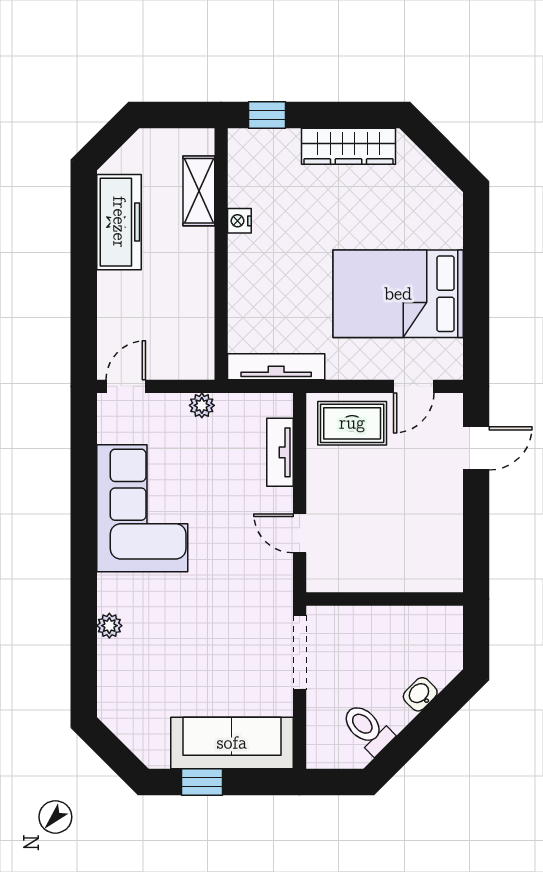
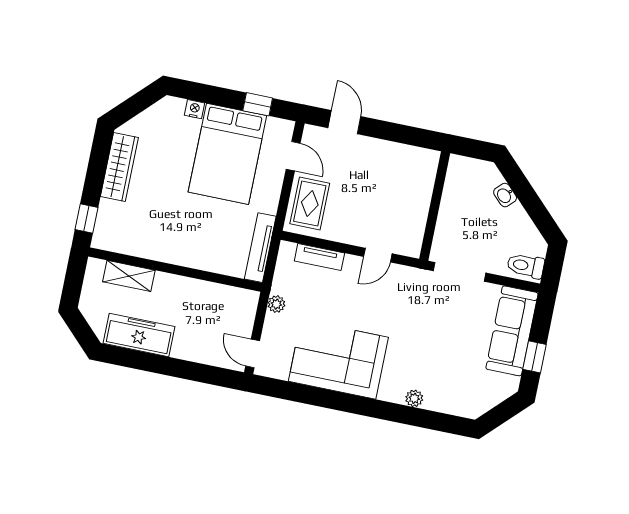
nightstand: (239, 221) -> (195, 109), moved, turned 180
window: (476, 322) -> (258, 104), added
toilet: (367, 729) -> (526, 266), moved, turned 45

